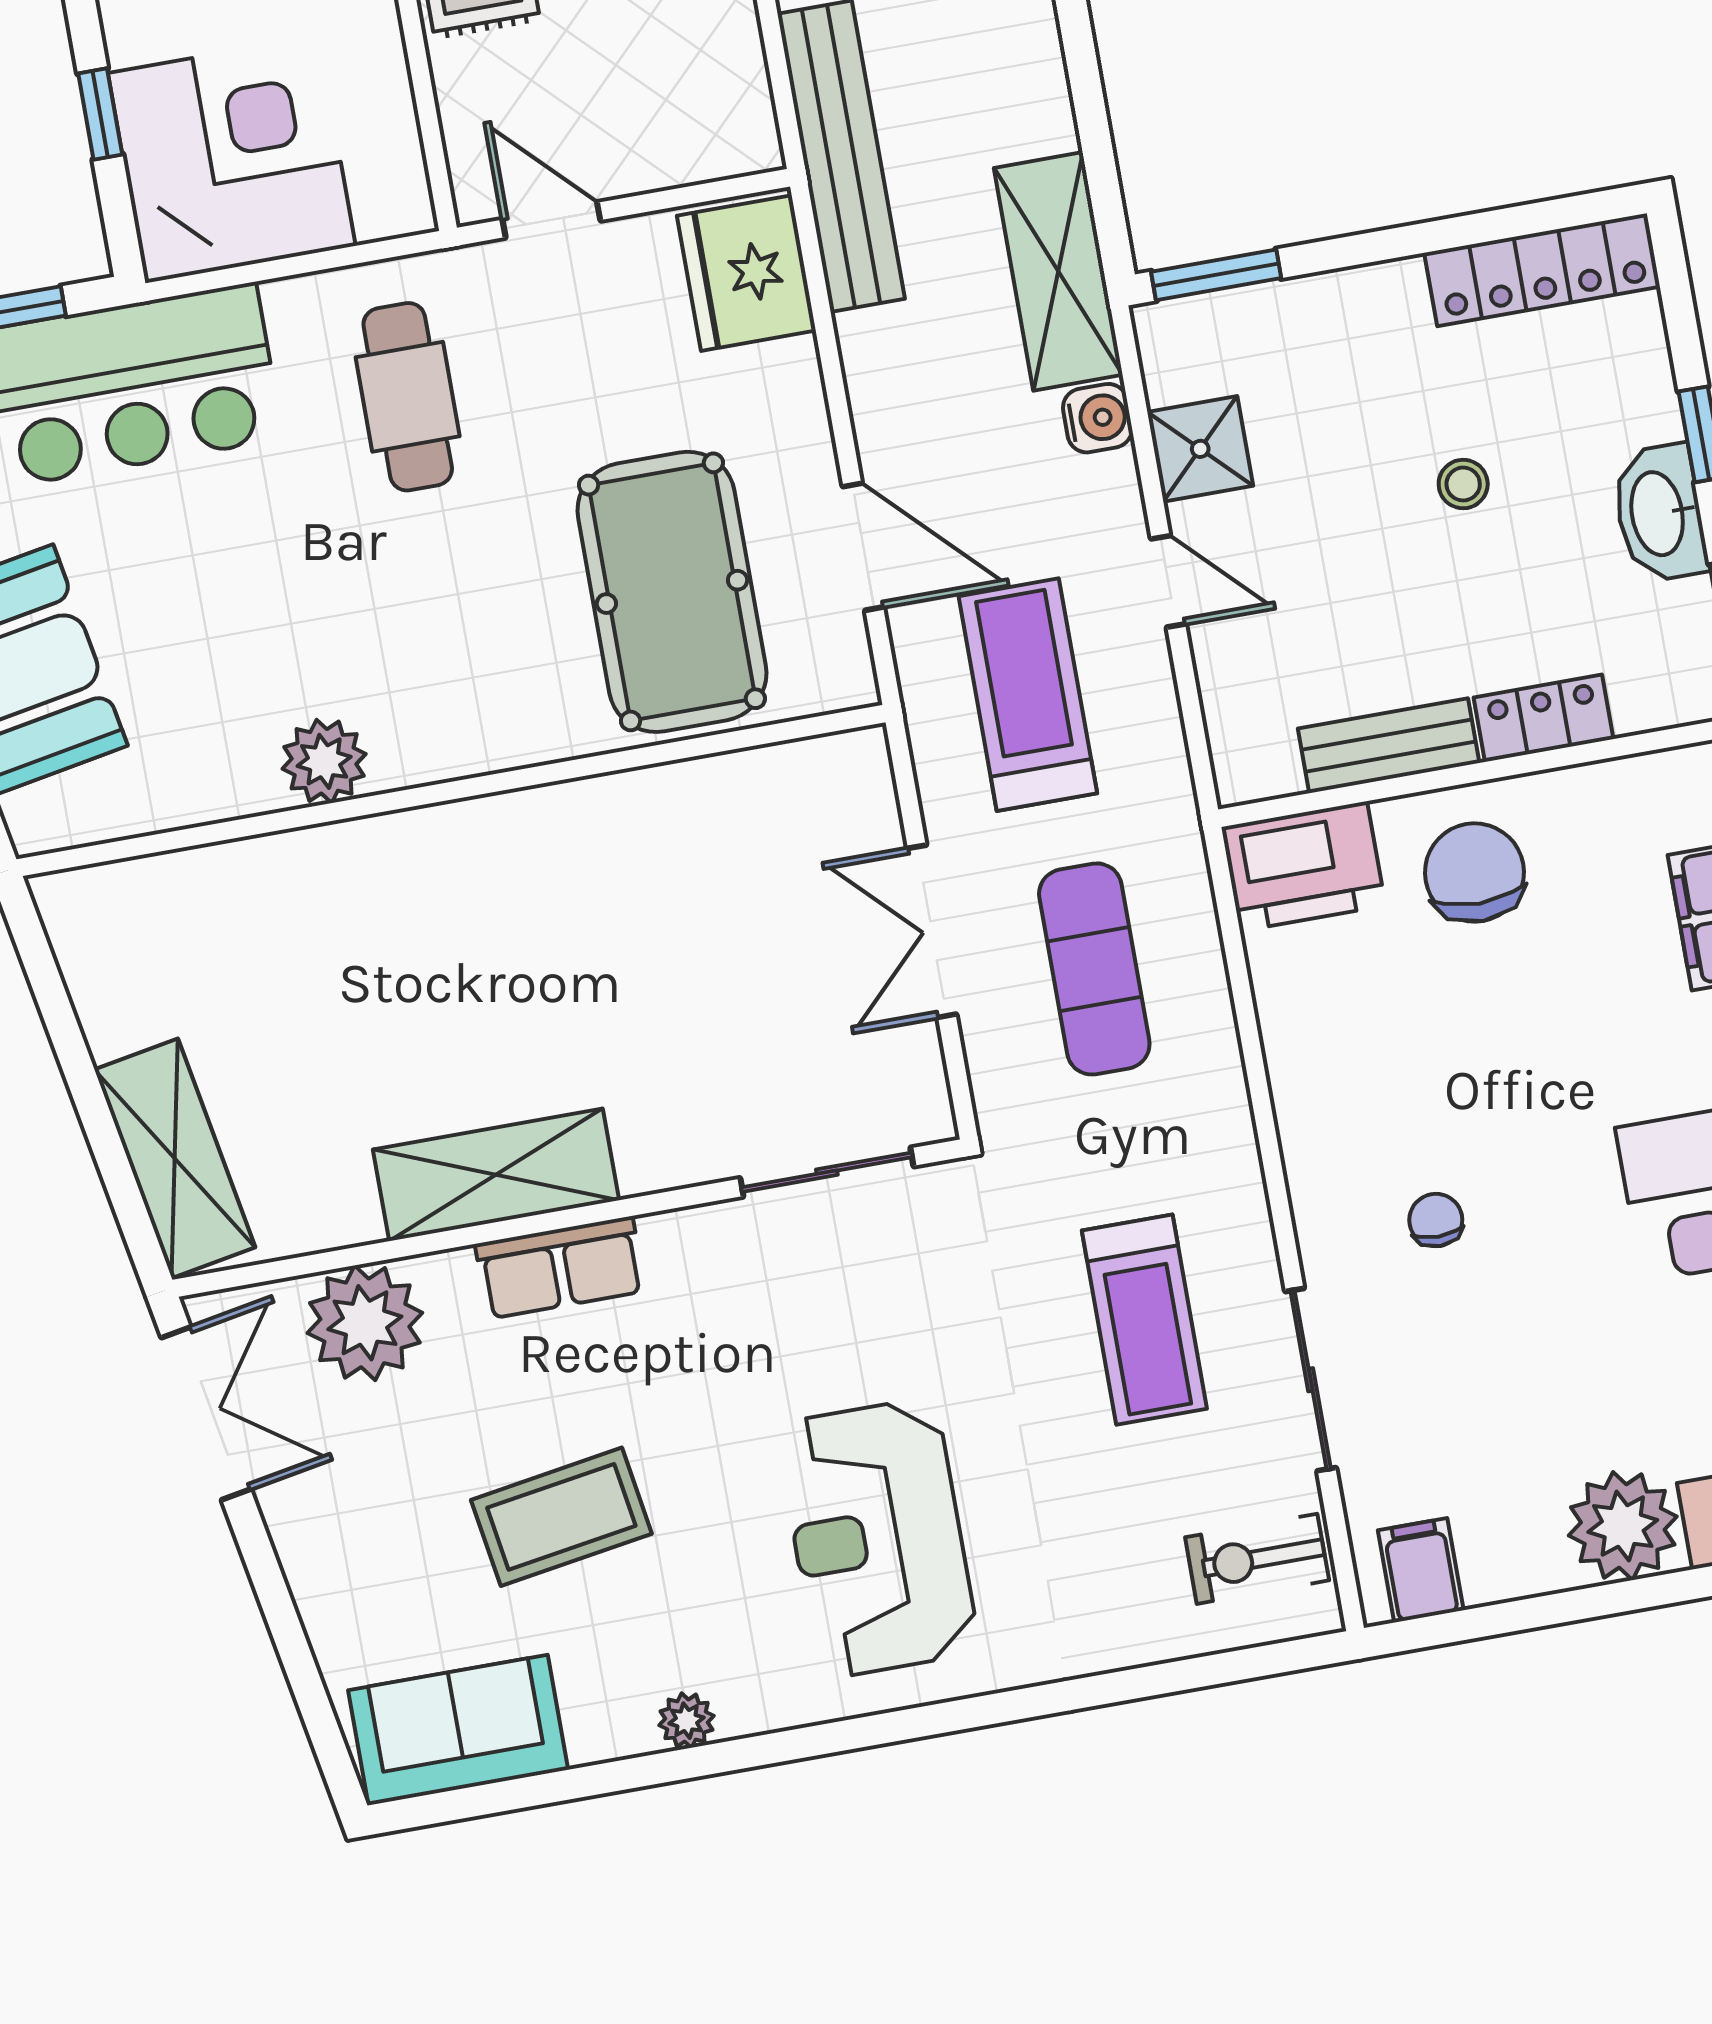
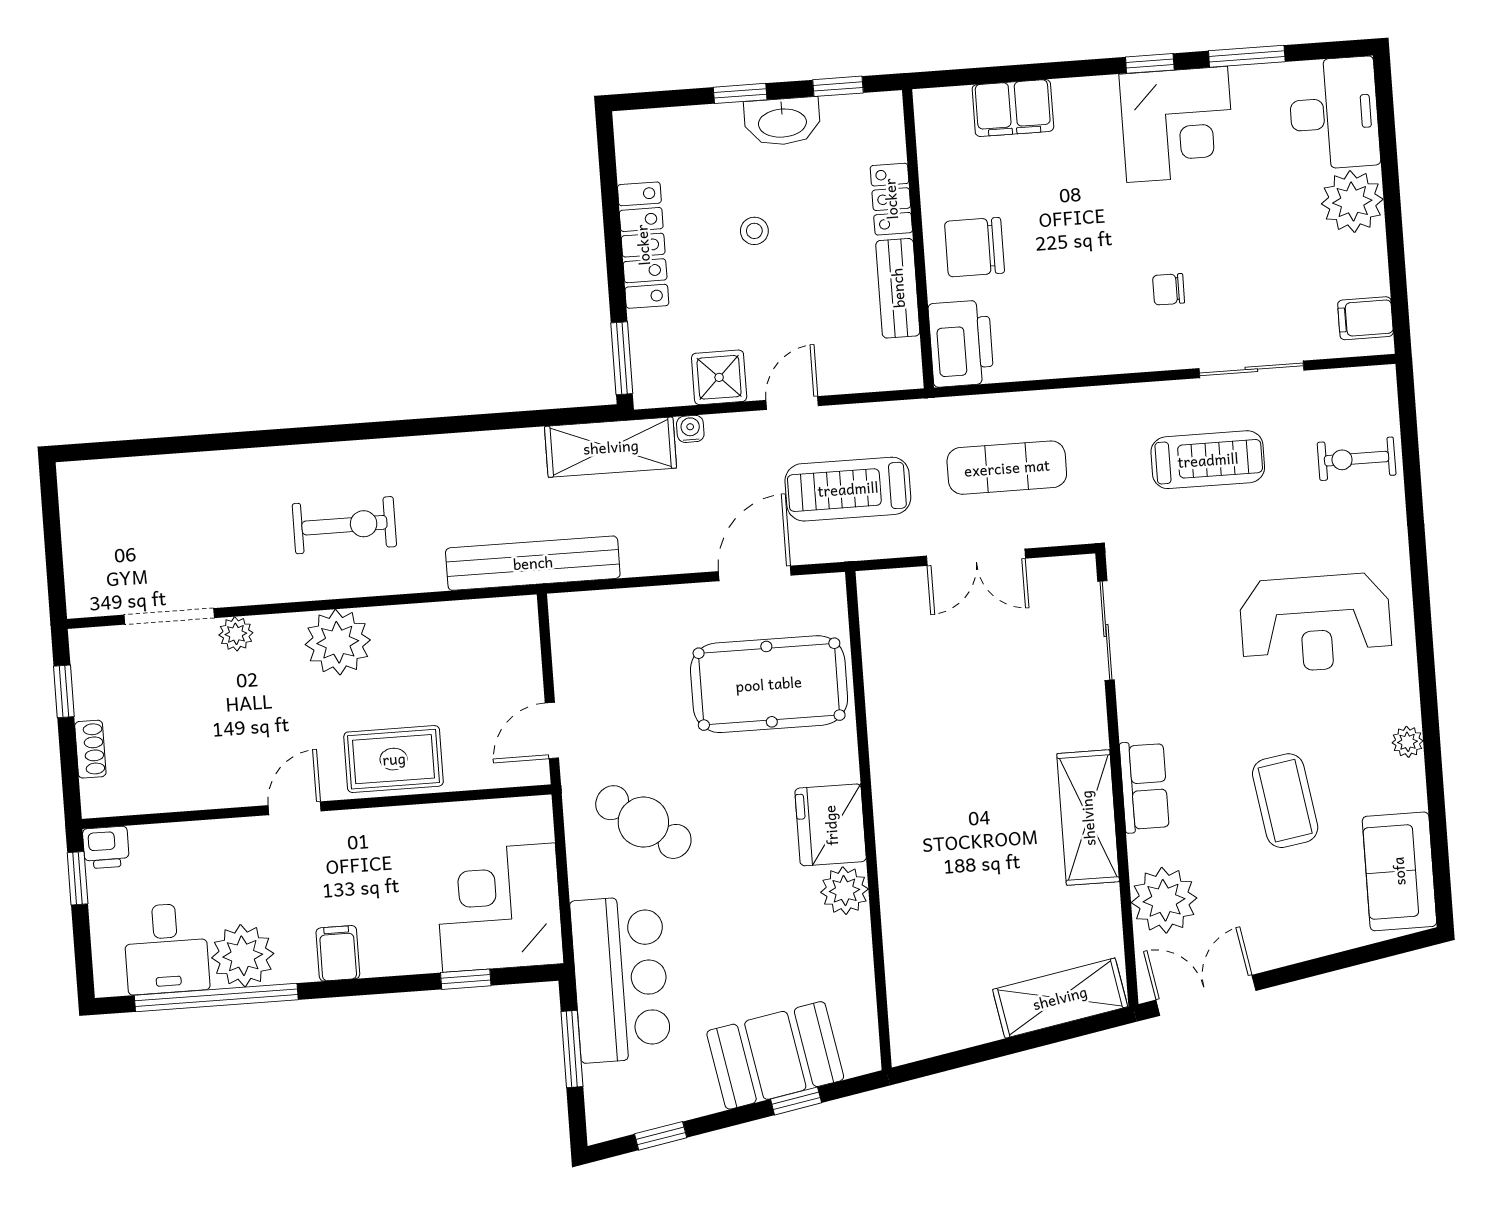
locker: (1542, 270) -> (643, 245), moved
fridge: (746, 273) -> (831, 825), moved, turned 90
cafe table: (408, 397) -> (643, 822), turned 36
water cooler: (1098, 418) -> (690, 429), width x0.72, depth x0.72
exercise bike: (1257, 1559) -> (1357, 459), moved, turned 90

